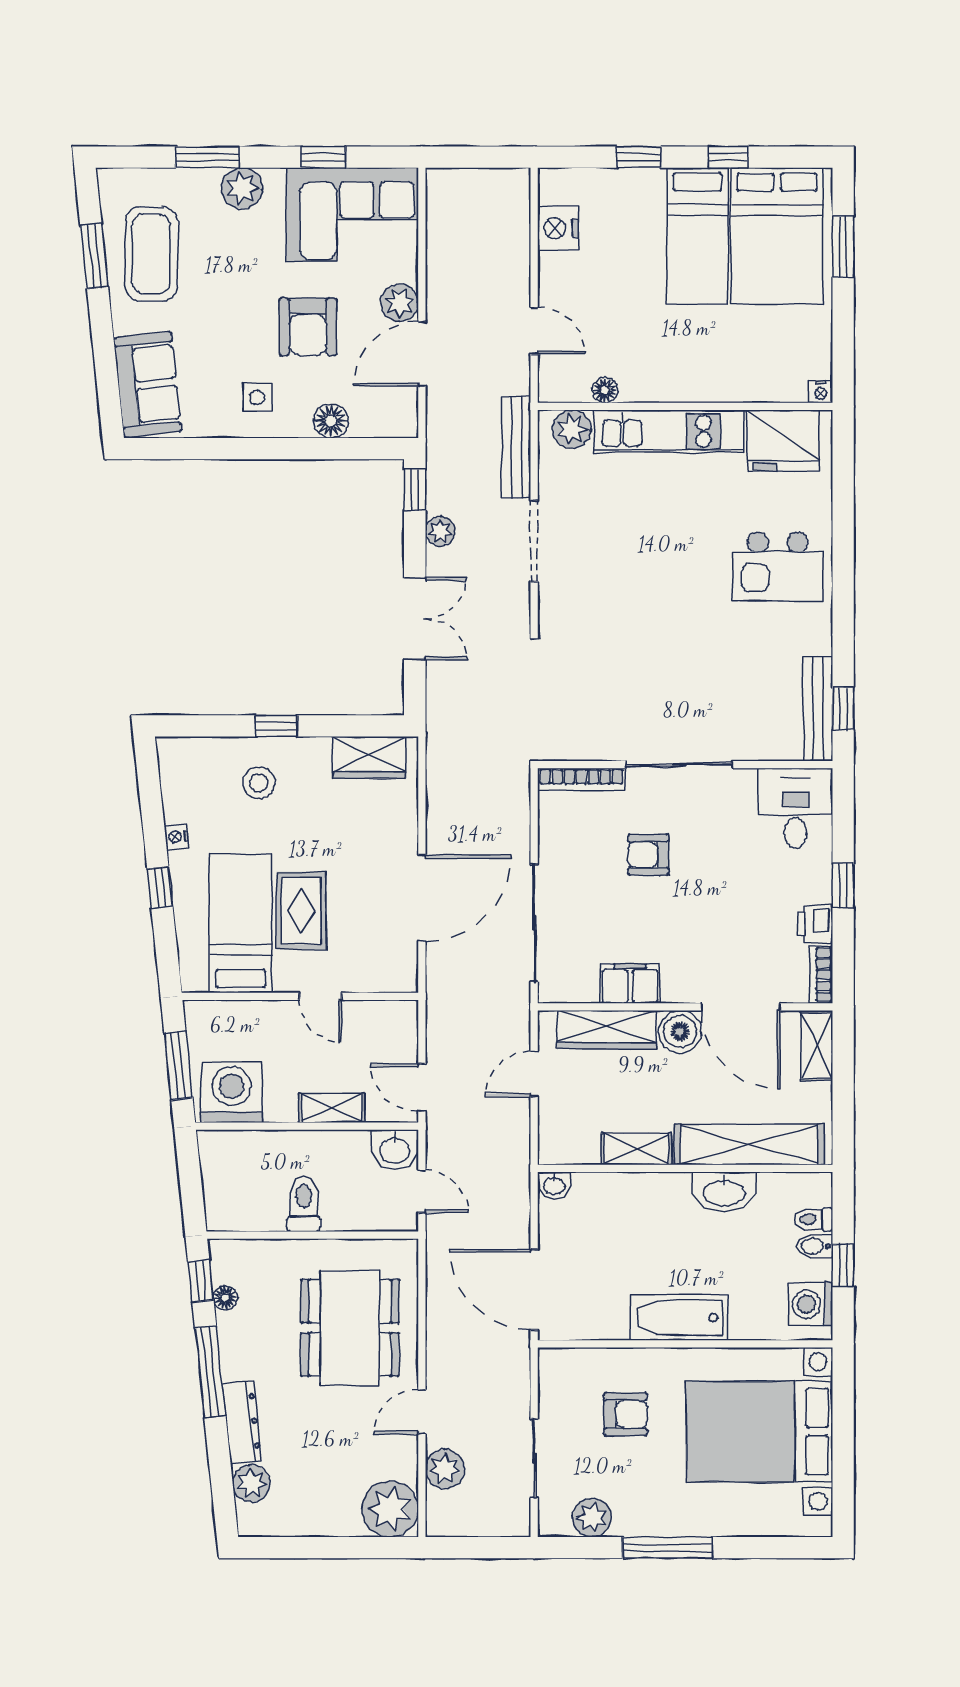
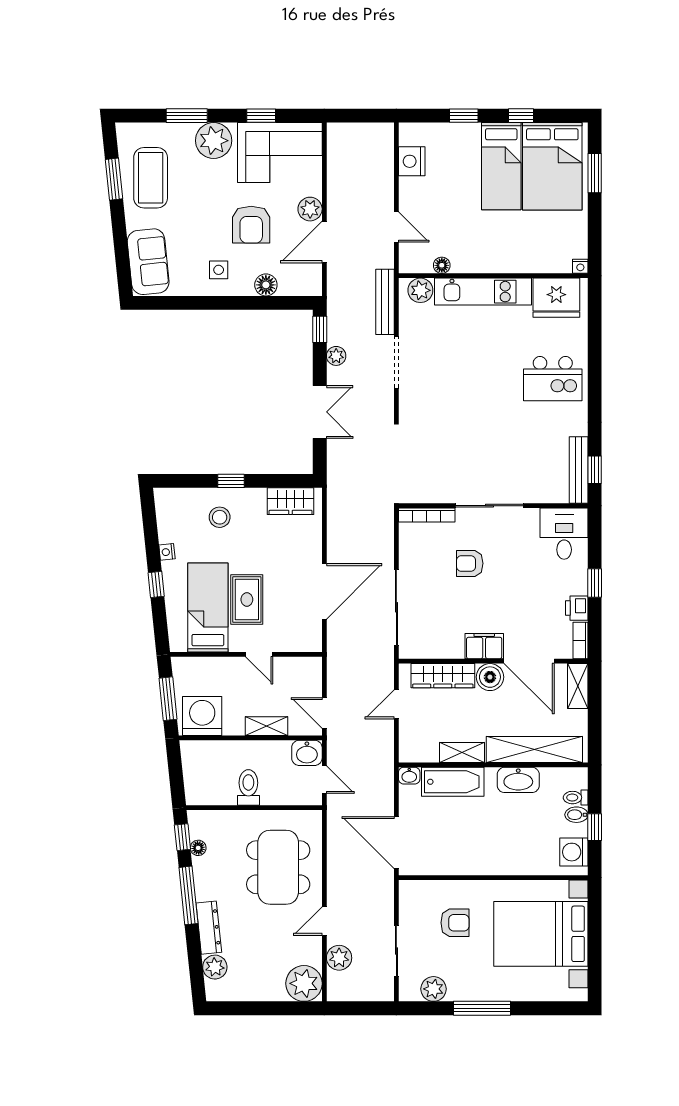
plant: (242, 188) -> (214, 141), width x1.36, depth x1.36
filing cabinet: (630, 984) -> (484, 646), moved
bathtub: (678, 1318) -> (453, 782), moved, turned 180

